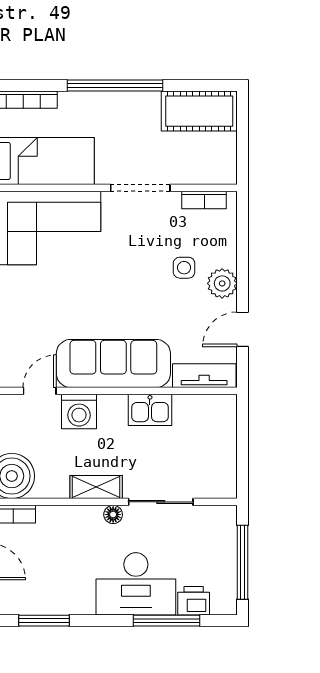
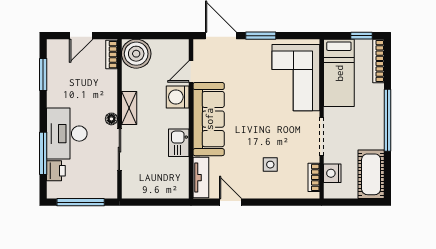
nightstand: (198, 171) -> (332, 173), added
plant: (222, 283) -> (260, 189), removed
door: (40, 391) -> (191, 72), swing flipped

